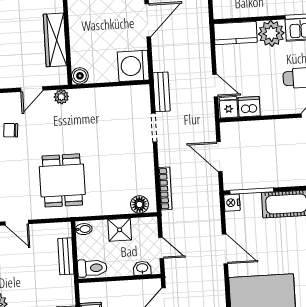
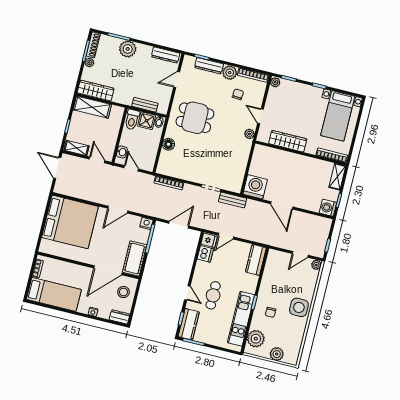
plant: (271, 33) -> (248, 283), removed
boiler: (80, 76) -> (259, 150), removed
floor lamp: (139, 204) -> (168, 144), moved
shower: (120, 230) -> (147, 121), moved
door: (161, 248) -> (131, 168), swing flipped

